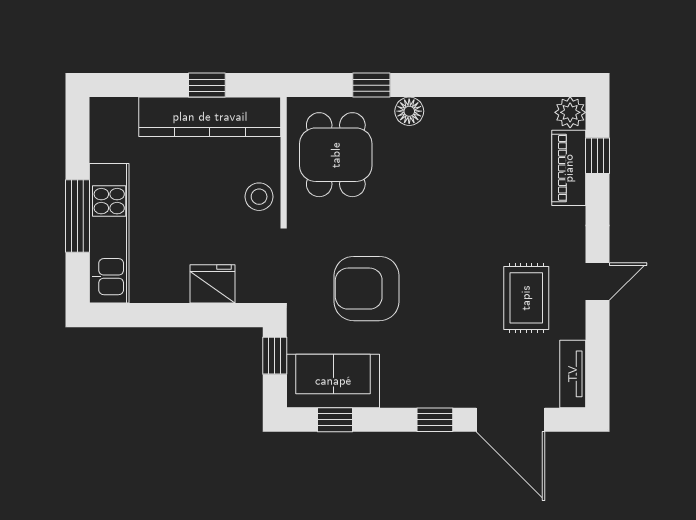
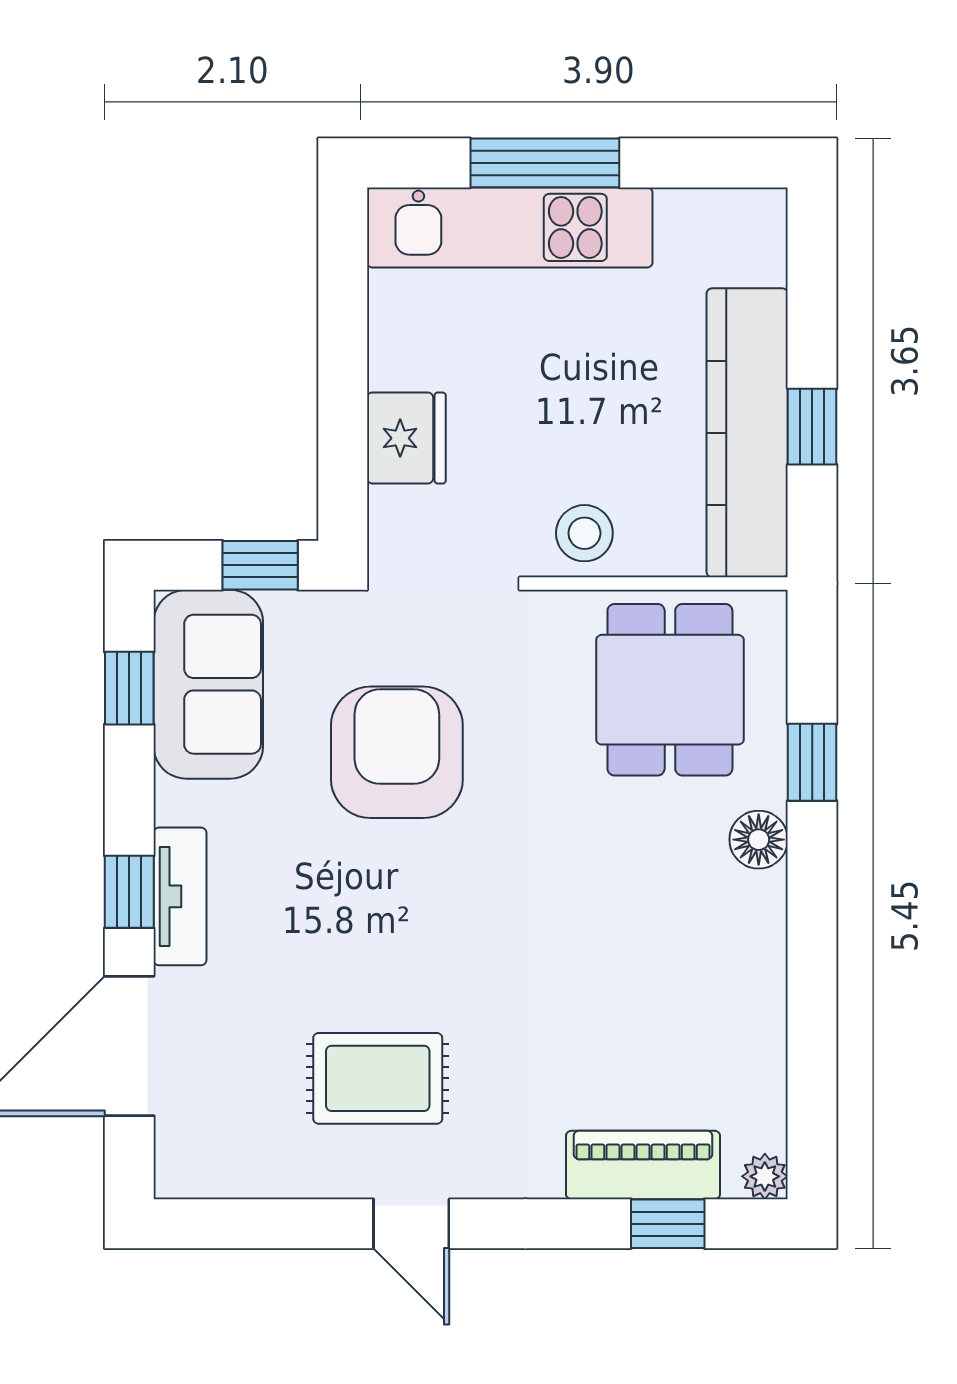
plant: (570, 112) -> (765, 1176), width x0.73, depth x0.73
dining table: (336, 155) -> (670, 690), turned 90
tv unit: (573, 374) -> (180, 896), moved, turned 90

